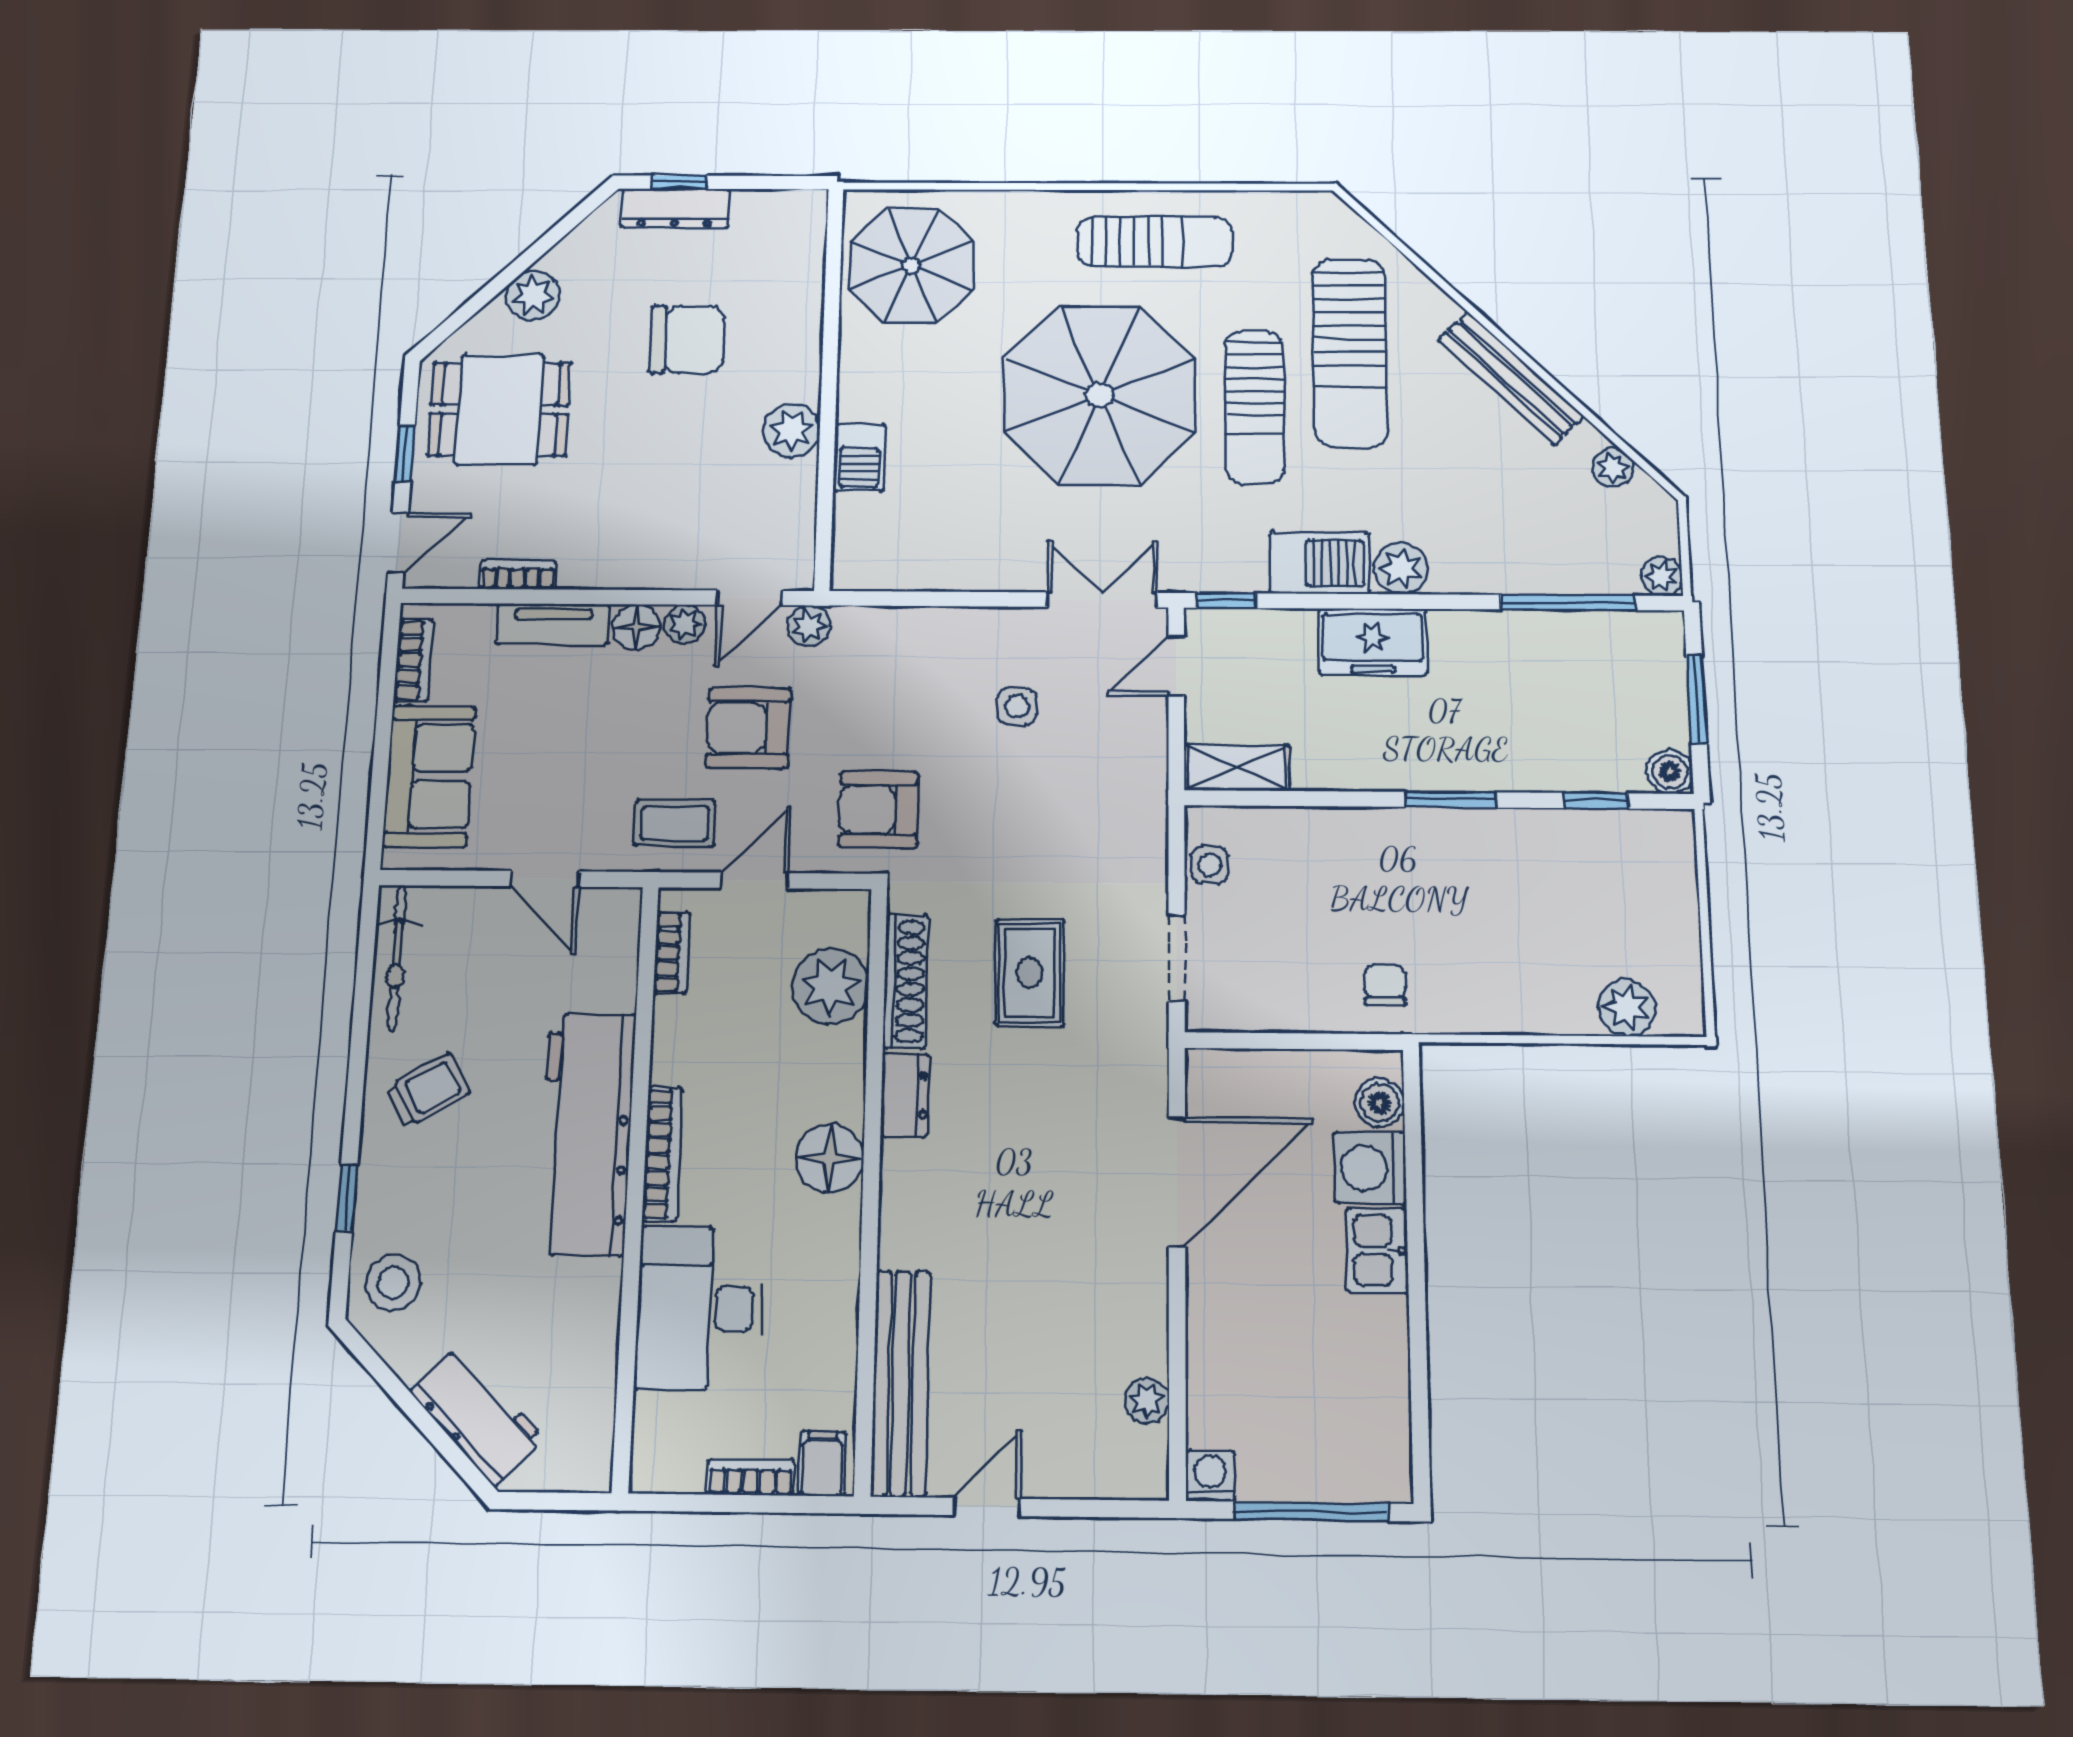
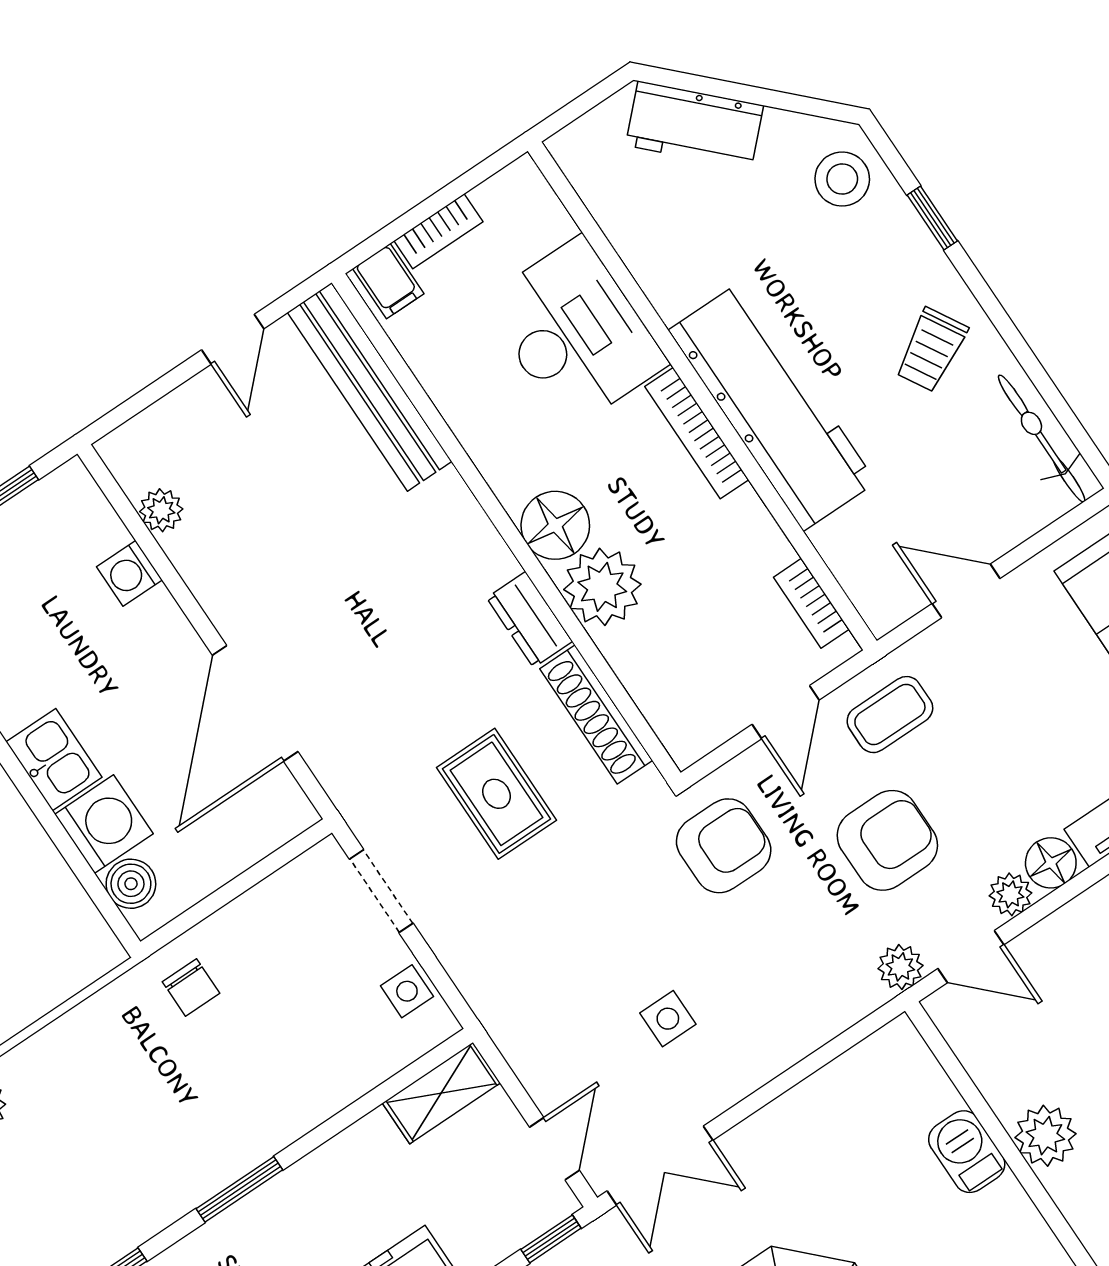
door: (749, 598) -> (971, 957), swing flipped
plant: (831, 986) -> (602, 587), moved
washing machine: (1210, 1476) -> (129, 573), moved, turned 90

